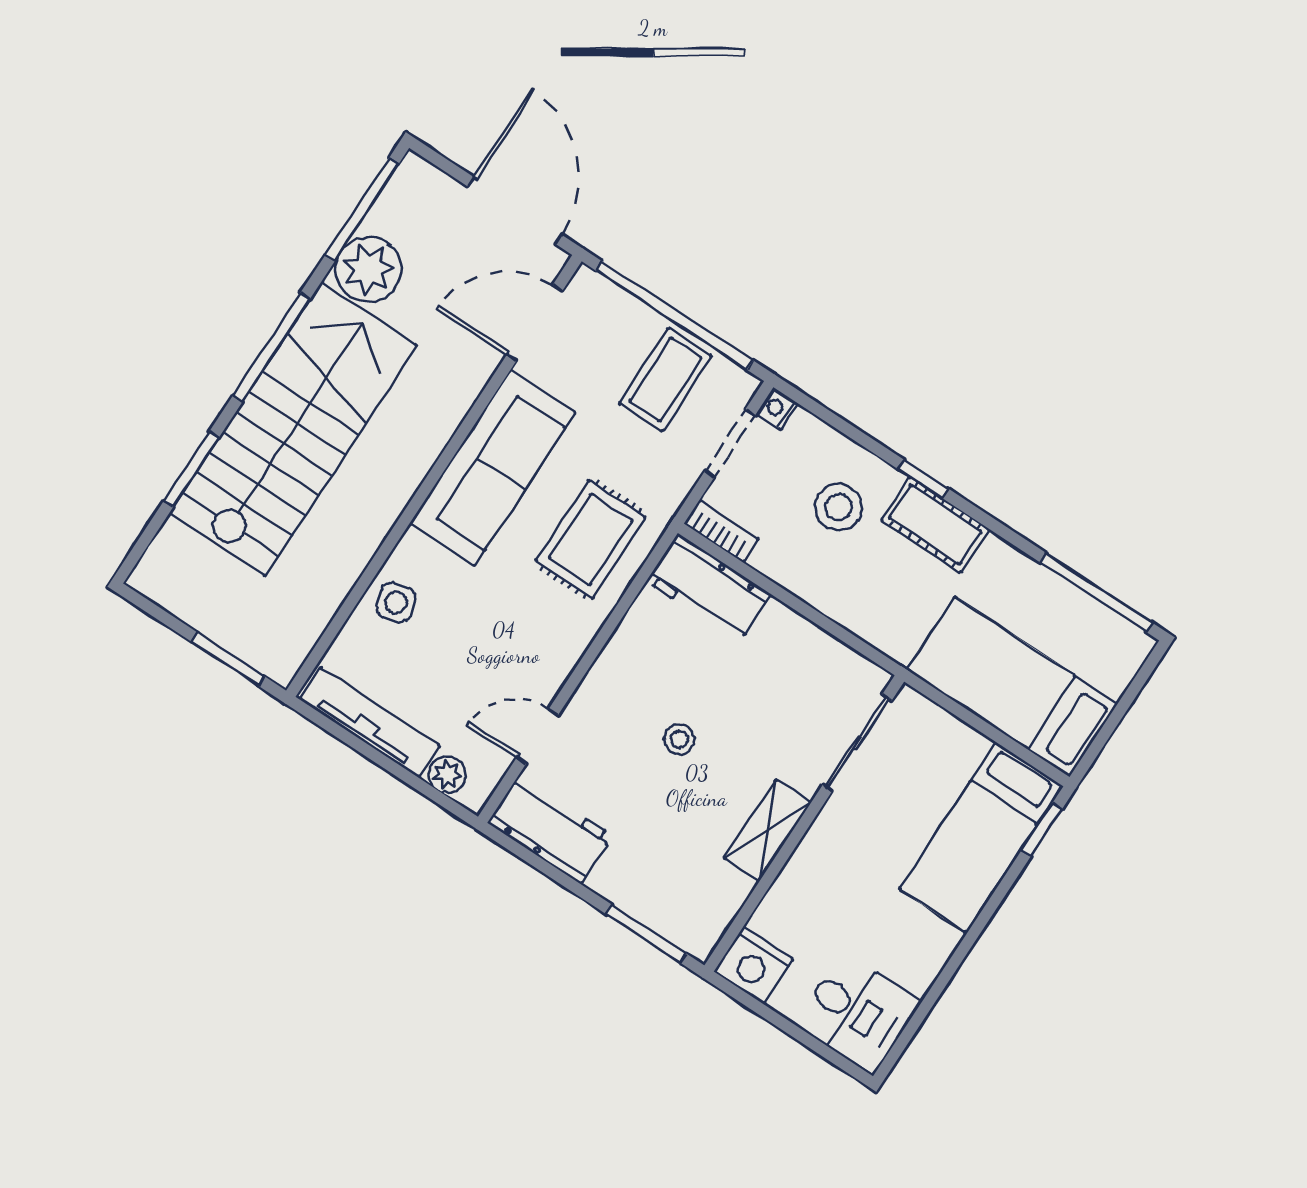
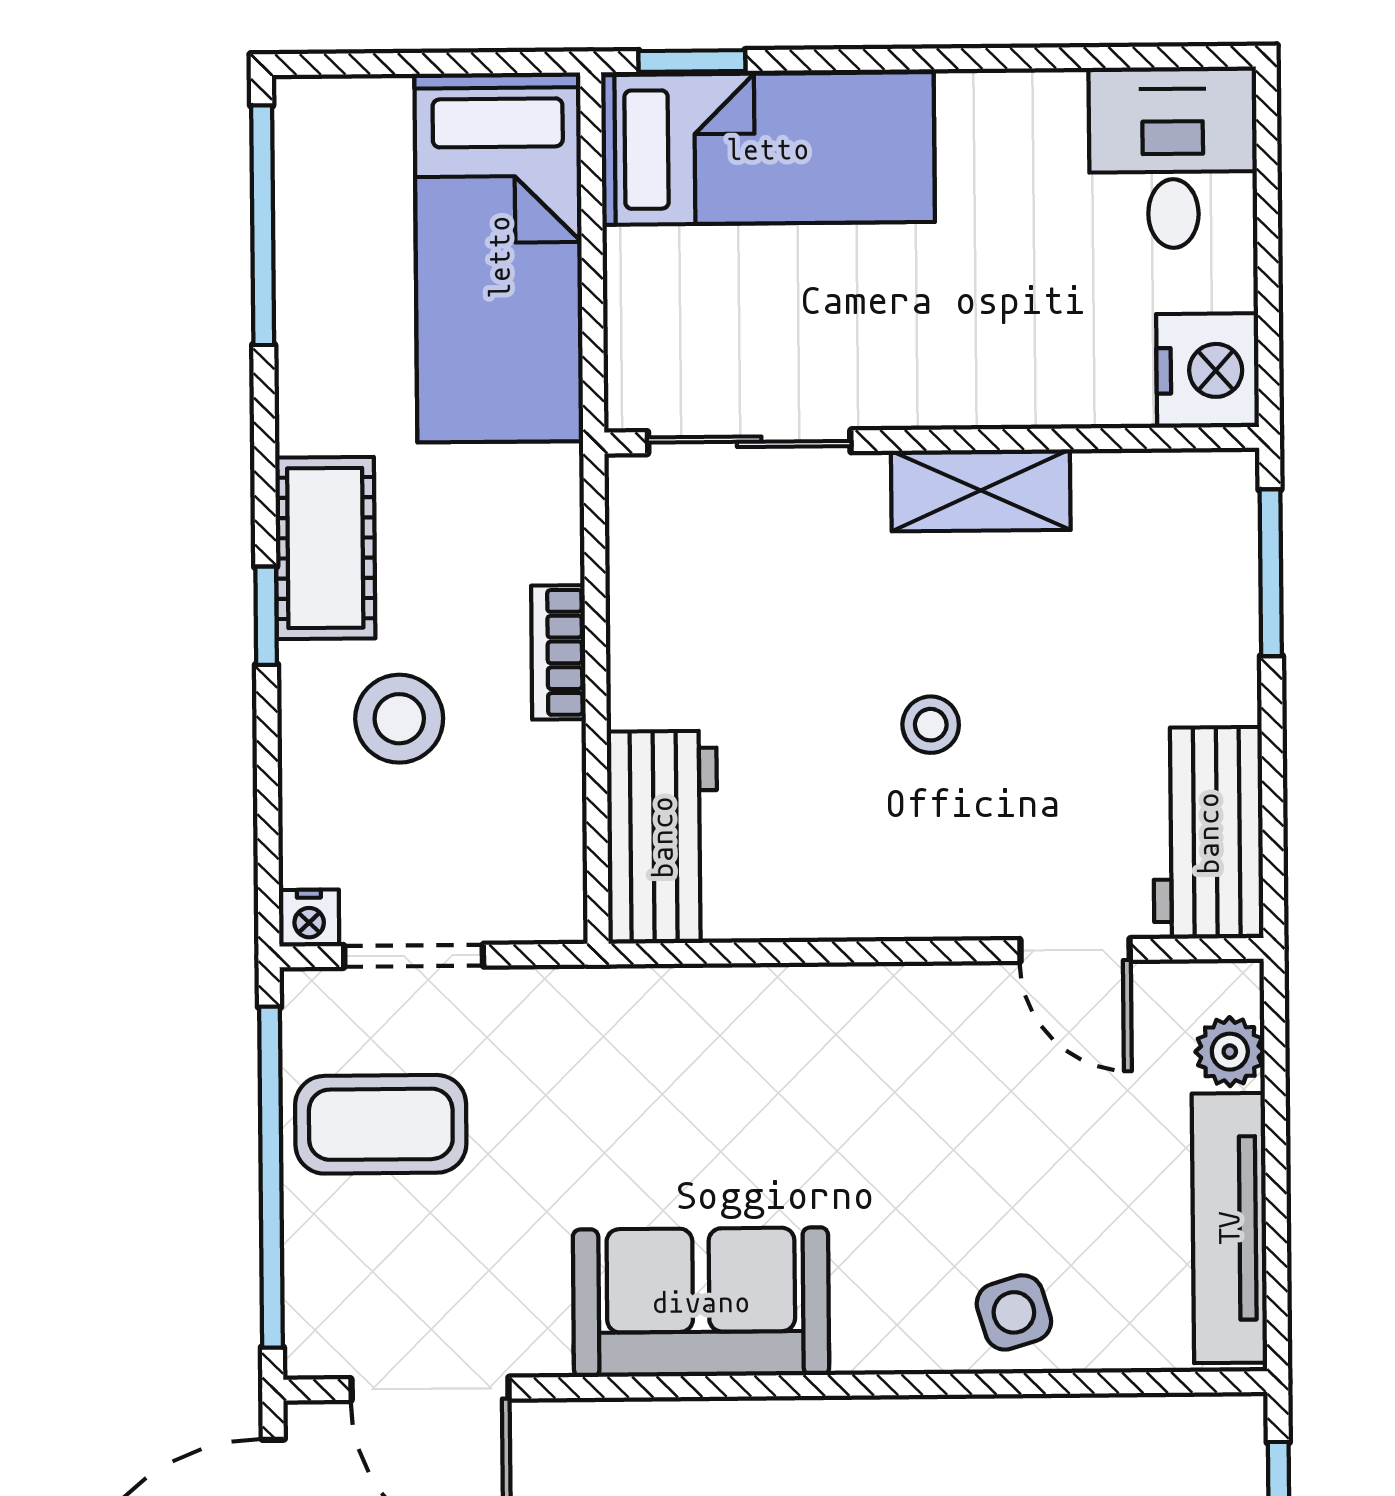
sofa: (493, 468) -> (701, 1302), width x0.73
bookcase: (721, 531) -> (558, 652), moved
rug: (591, 539) -> (710, 1073), removed

